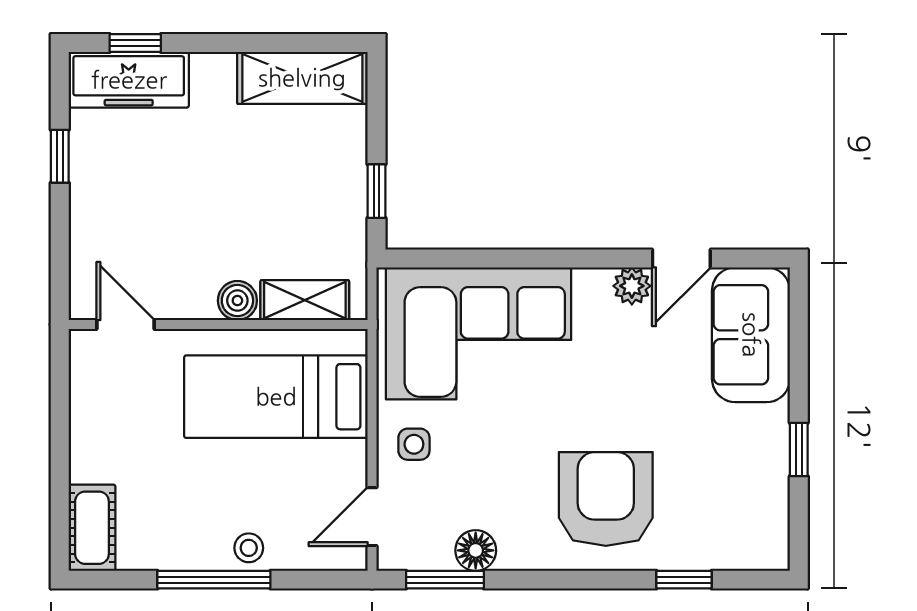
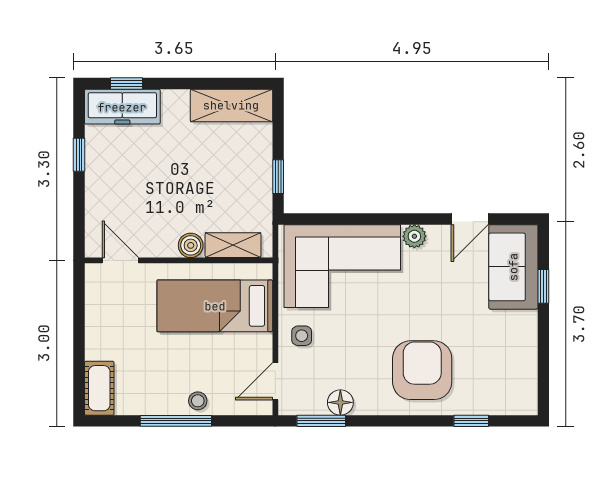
plant: (632, 286) -> (414, 236), moved
window: (799, 450) -> (543, 286), moved

